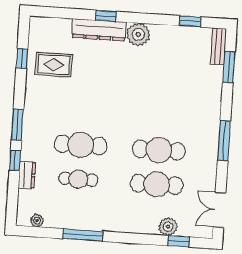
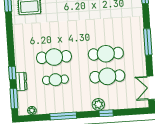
window: (17, 125) -> (14, 98), moved
plant: (168, 227) -> (98, 104), moved
window: (179, 241) -> (106, 113), moved

